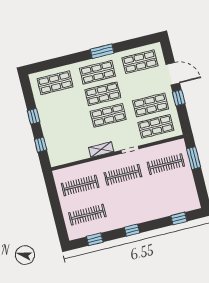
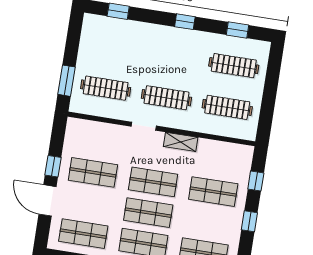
shop shelf: (156, 126) -> (213, 192), moved

